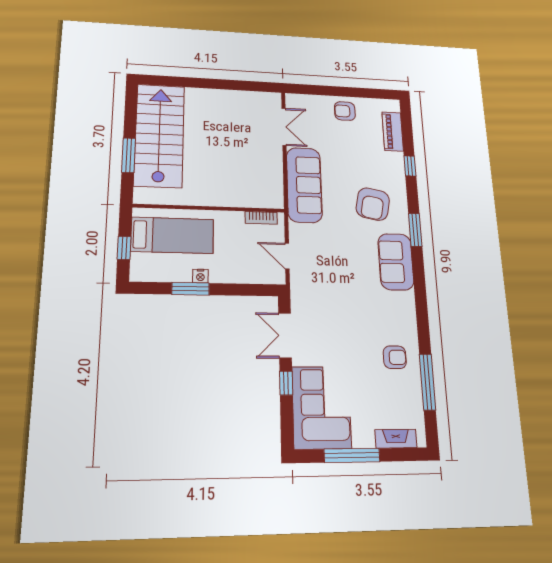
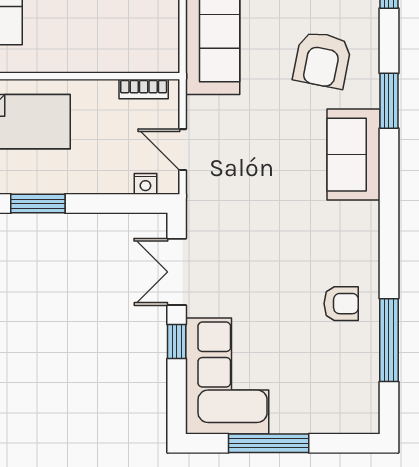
nightstand: (200, 276) -> (145, 184), moved
fireplace: (396, 439) -> (335, 421), removed

